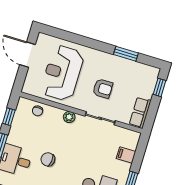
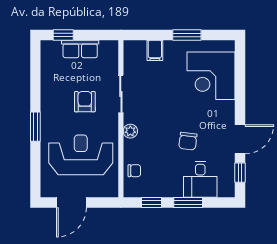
window: (126, 54) -> (35, 127), moved
reception desk: (62, 73) -> (81, 155), turned 180
row of seats: (140, 113) -> (80, 49), moved

